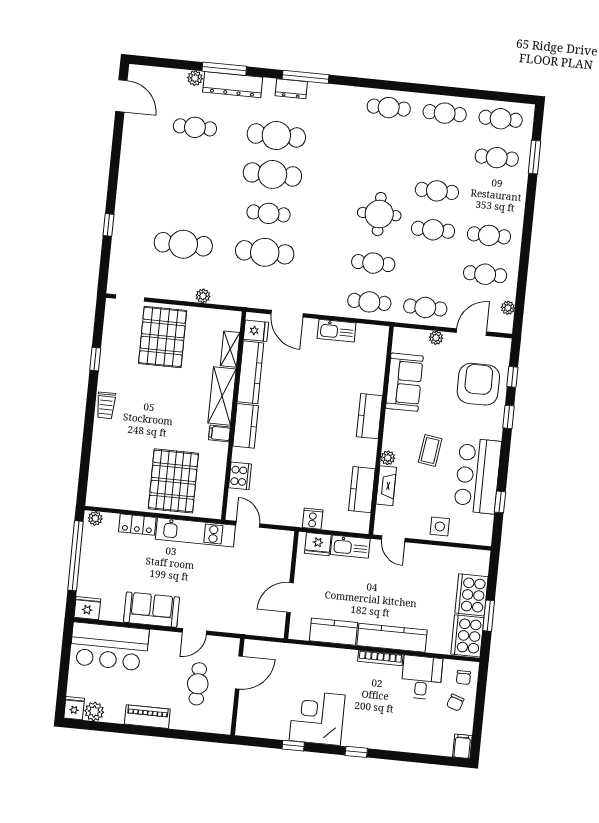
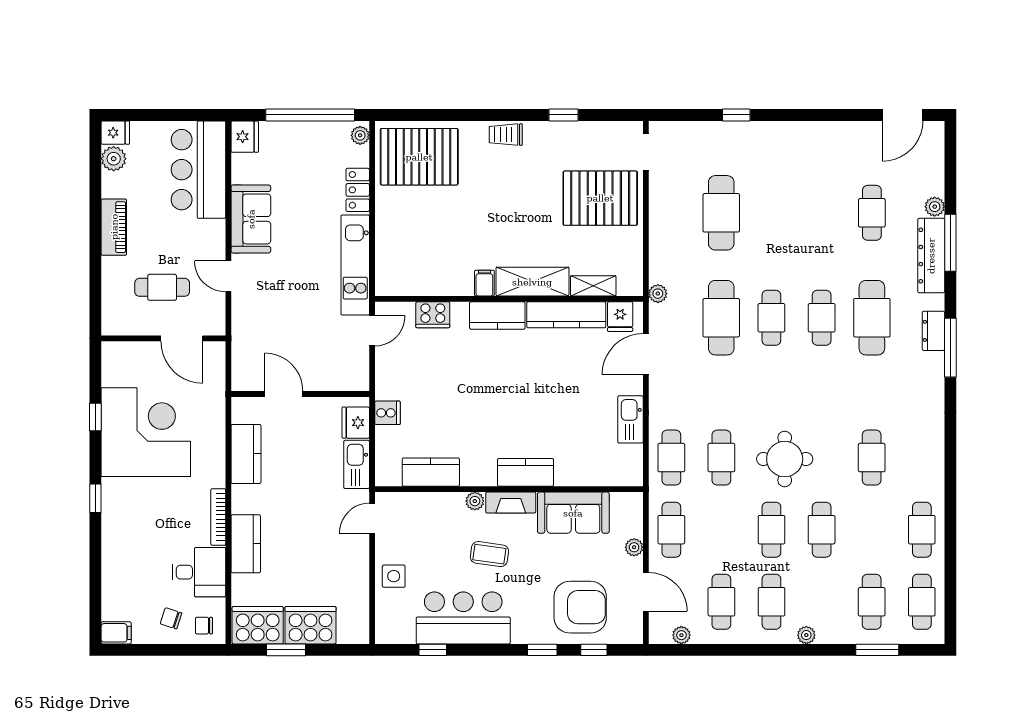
cafe table: (389, 108) -> (872, 458), moved
cafe table: (272, 174) -> (822, 318), width x0.73, depth x0.74
plant: (517, 211) -> (806, 635), added
plant: (203, 296) -> (658, 294), moved
pallet: (173, 481) -> (419, 157), moved
fireplace: (386, 486) -> (511, 503), moved
kitchen counter: (392, 638) -> (246, 544), width x0.67
corner desk: (317, 718) -> (146, 432), width x1.36, depth x1.36

